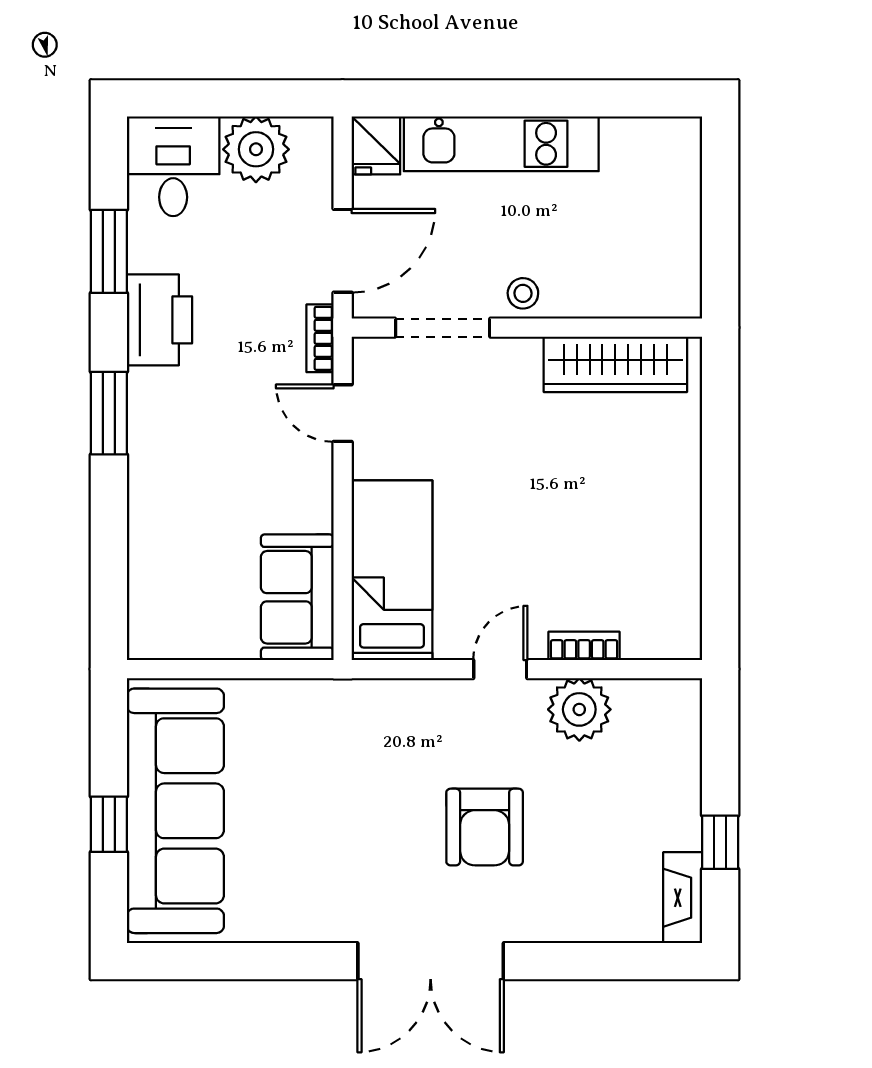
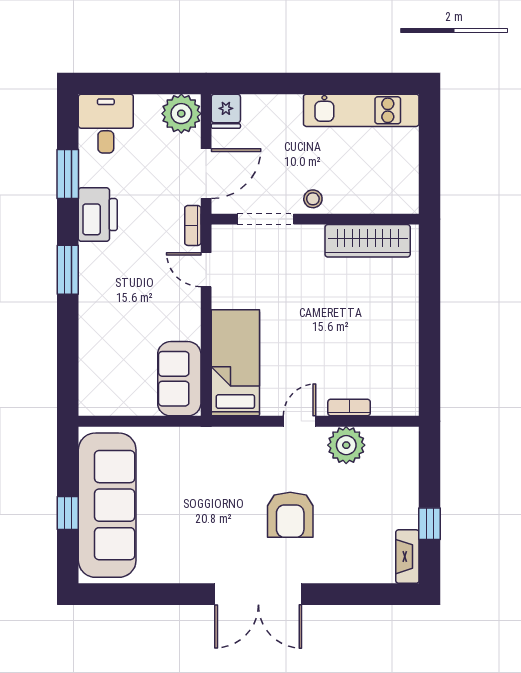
kitchen unit: (501, 144) -> (361, 110), moved
plant: (256, 149) -> (181, 114), moved

